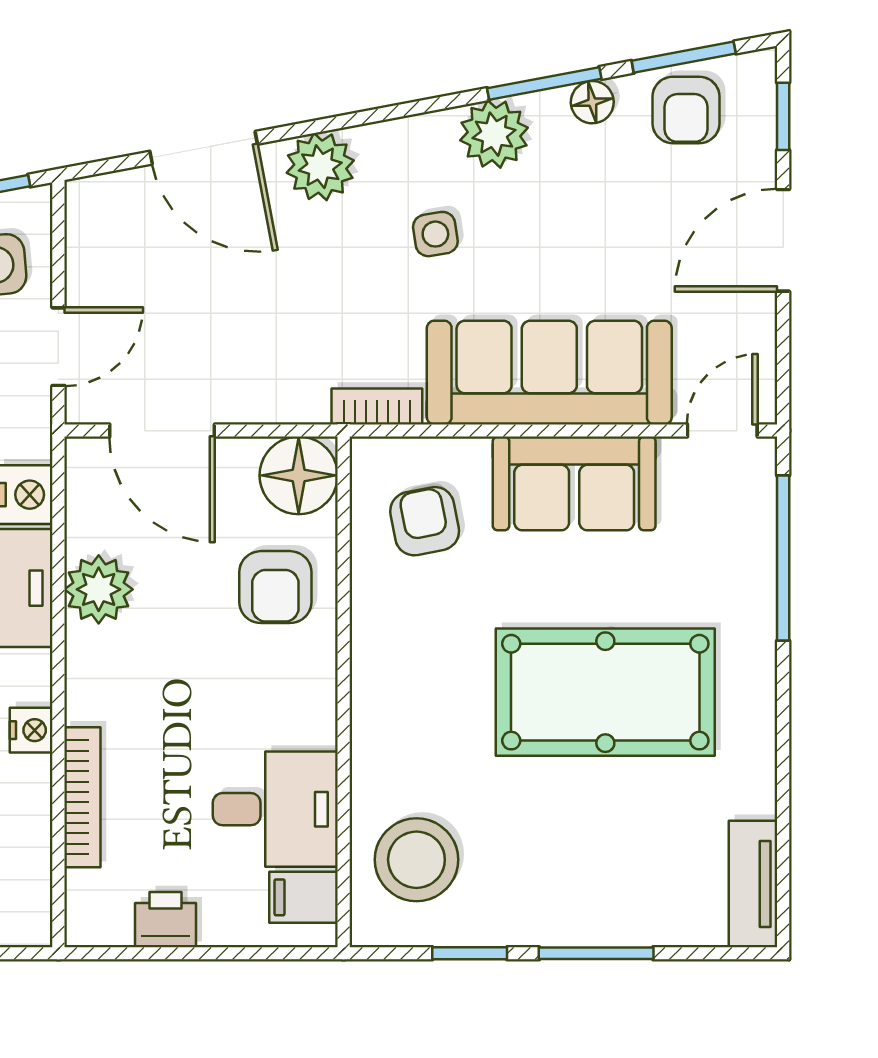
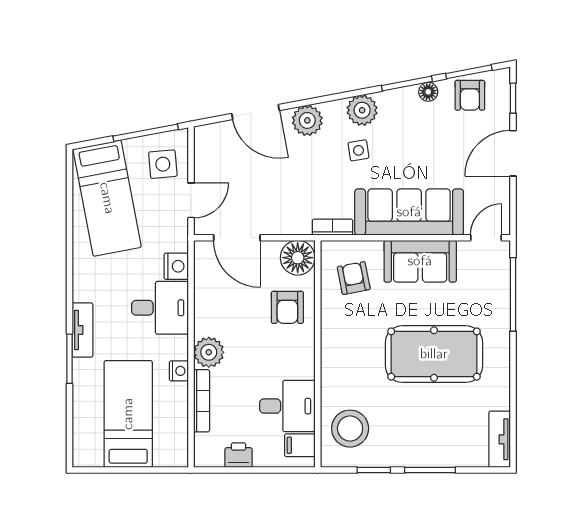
plant: (494, 134) -> (362, 110), moved
plant: (99, 589) -> (209, 352), moved

